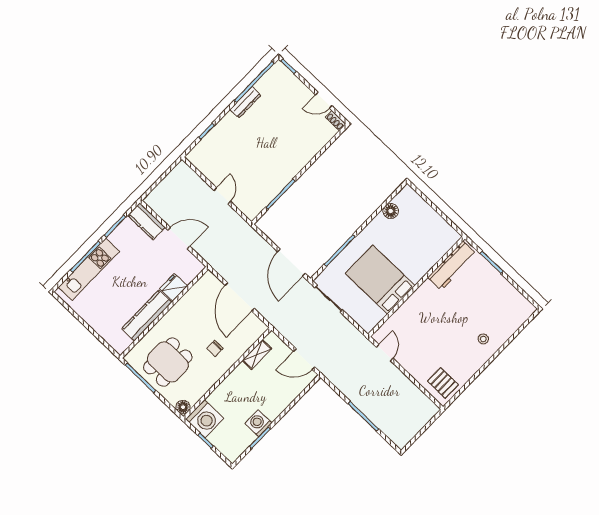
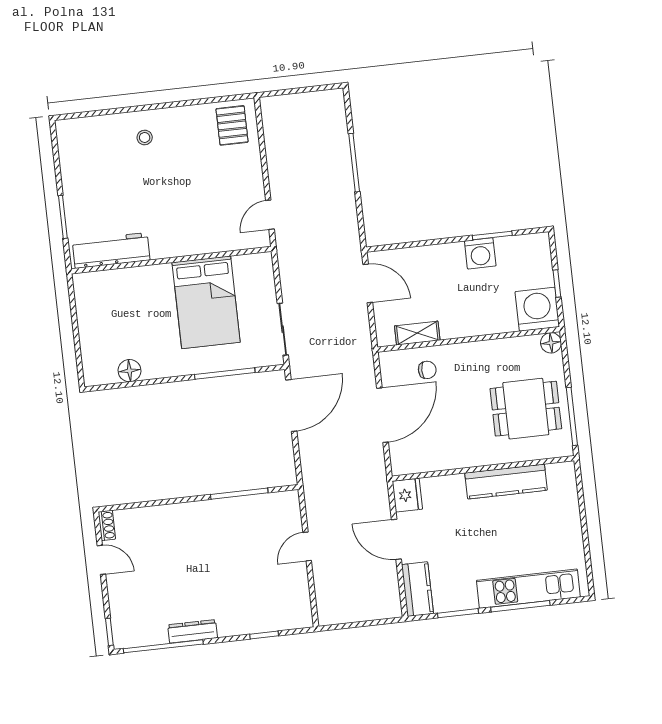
fridge: (174, 287) -> (407, 495), moved, turned -90
chair: (215, 348) -> (427, 370), moved

